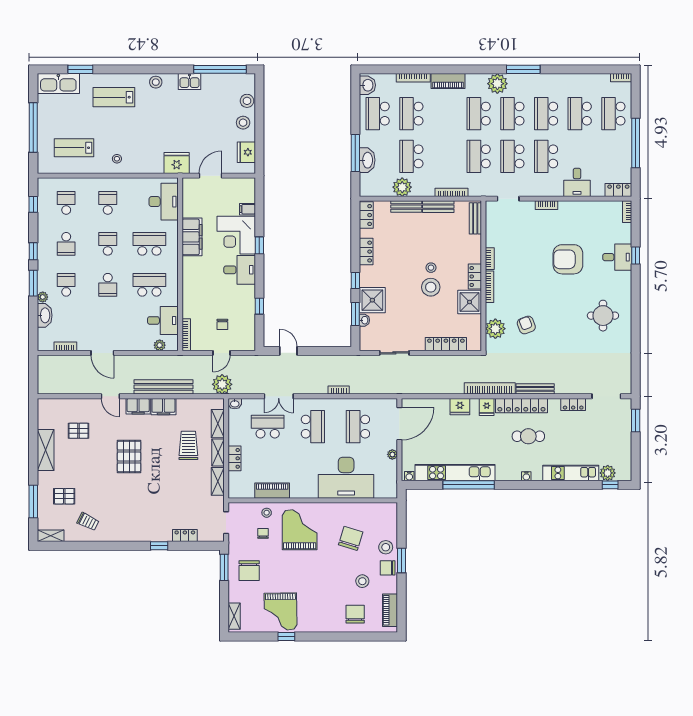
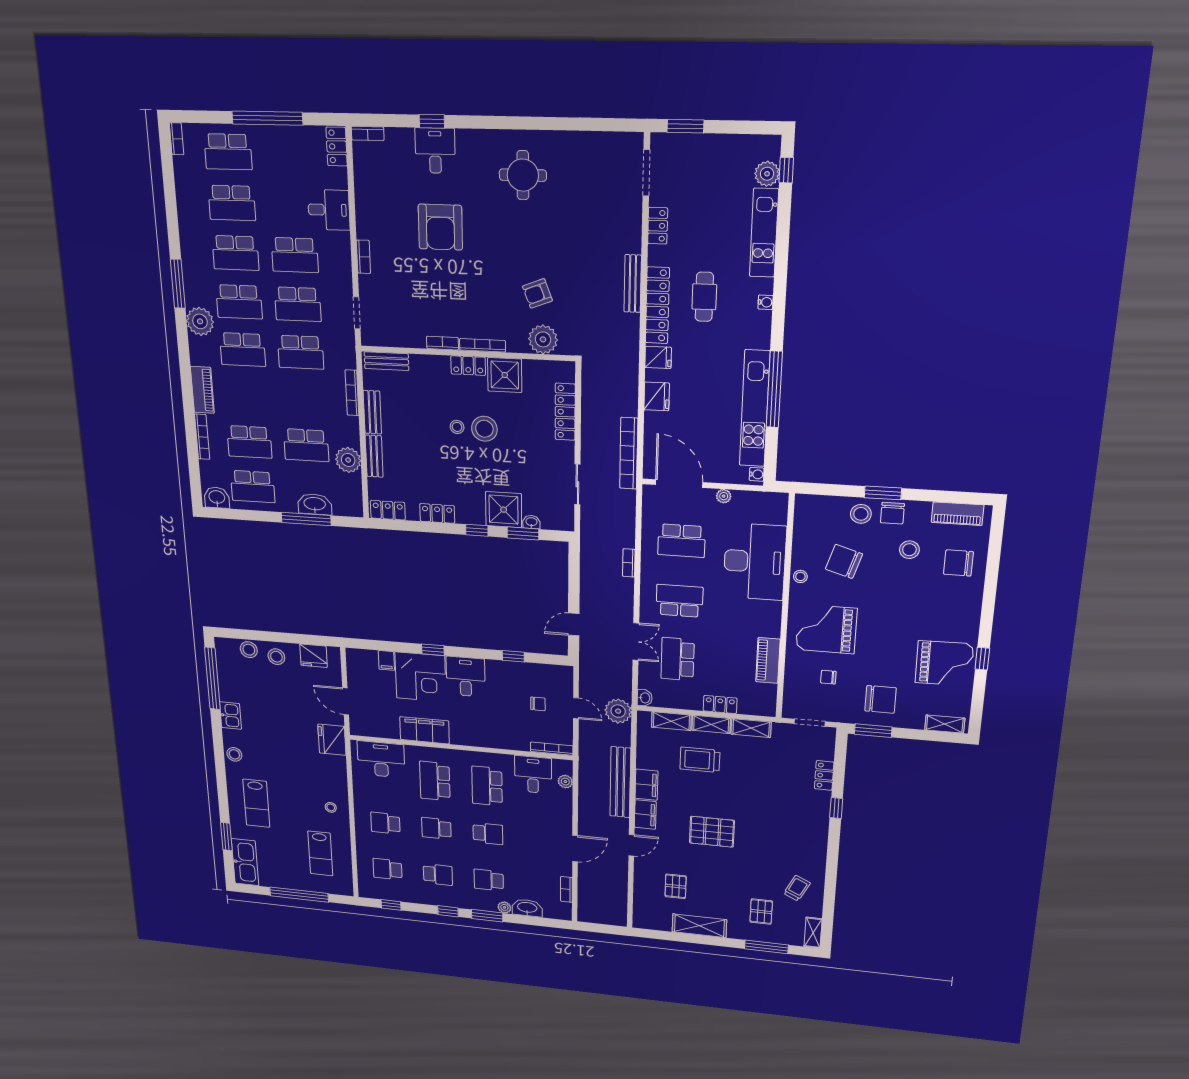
bookcase: (490, 388) -> (629, 453), moved
stool: (267, 513) -> (800, 576), moved

